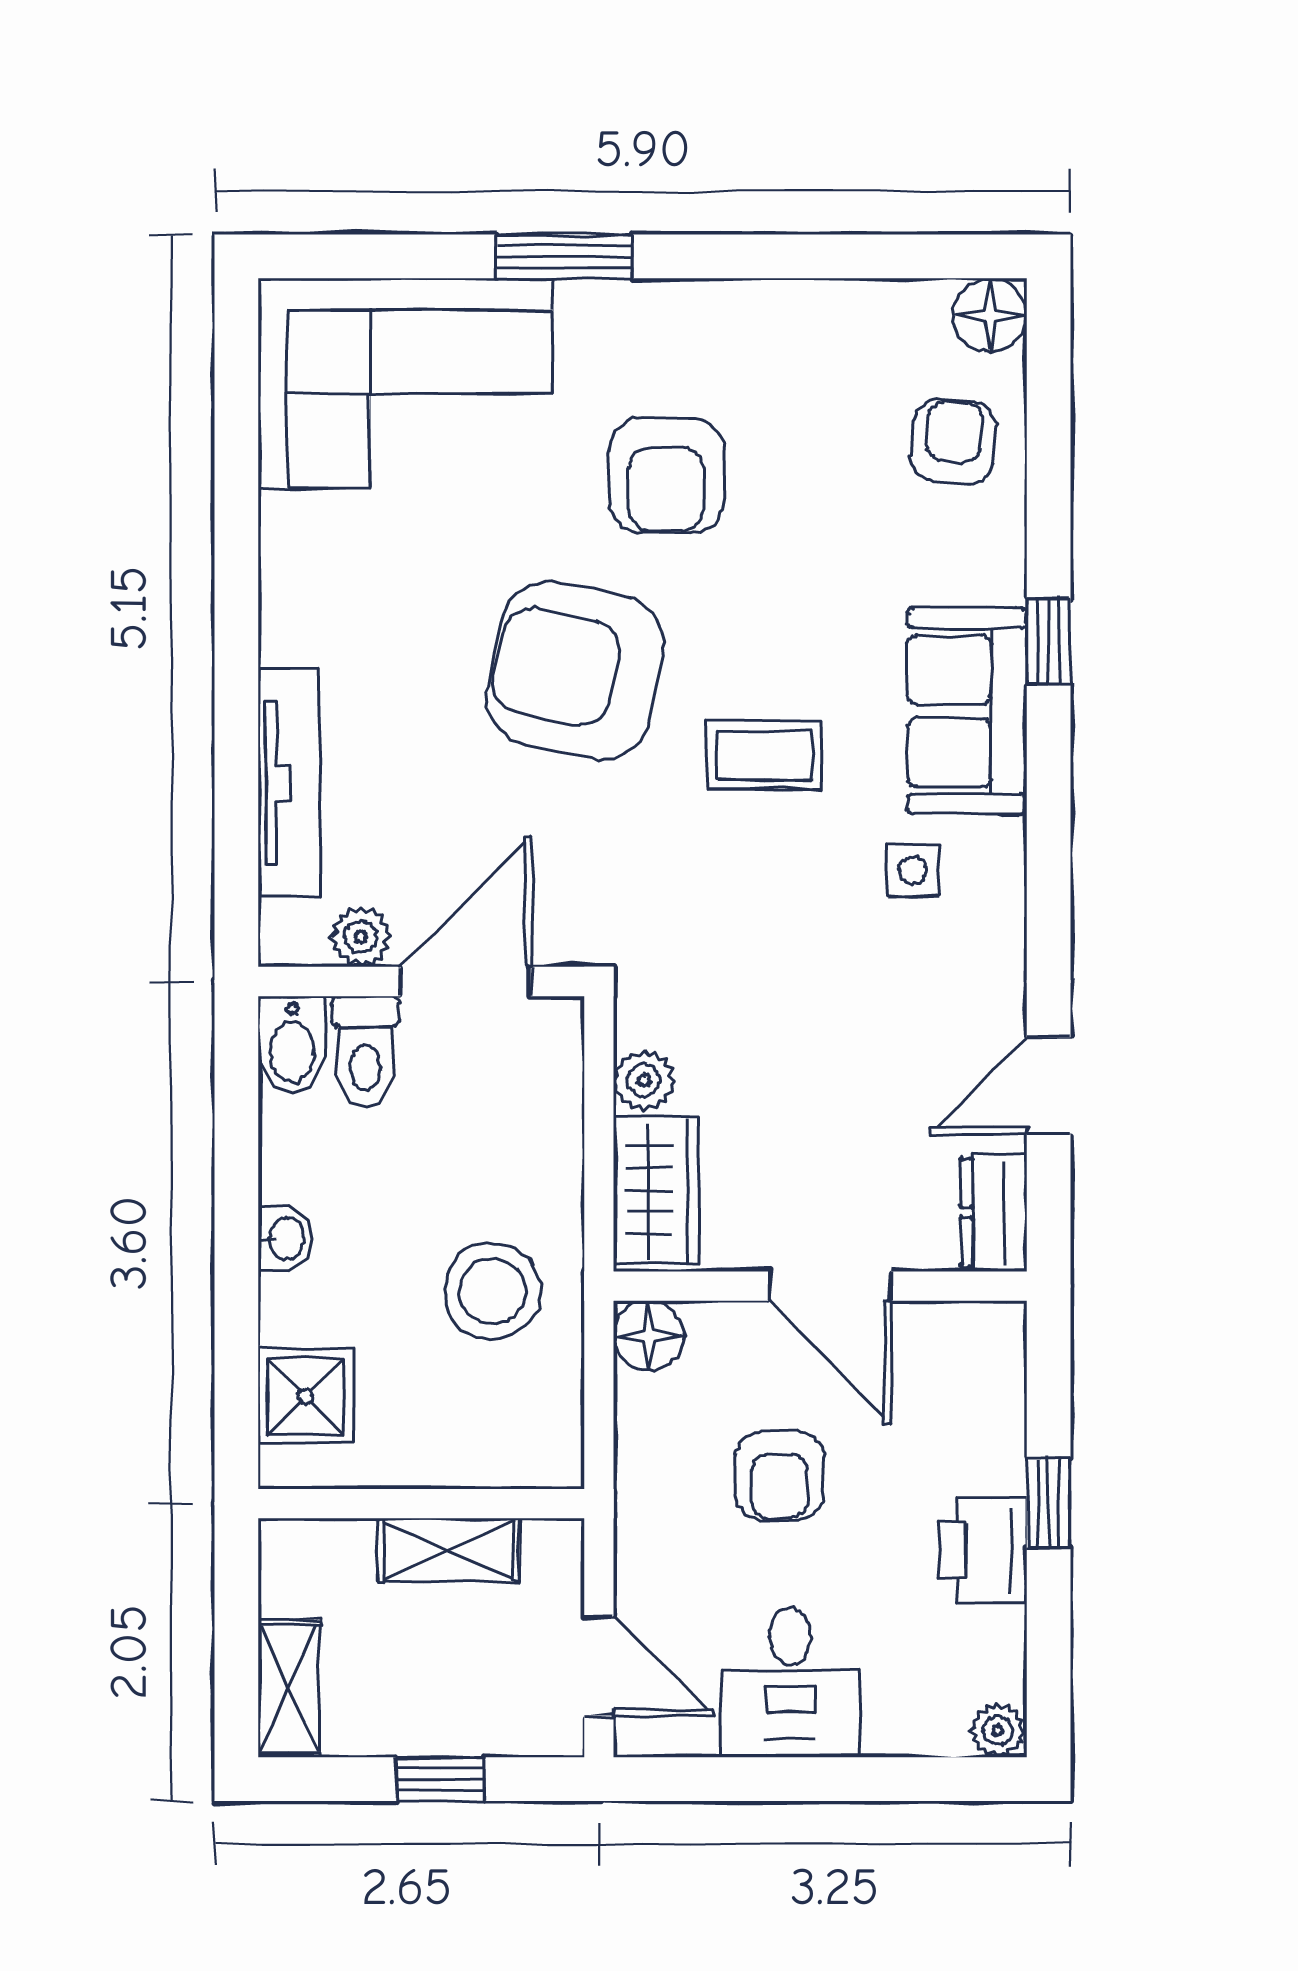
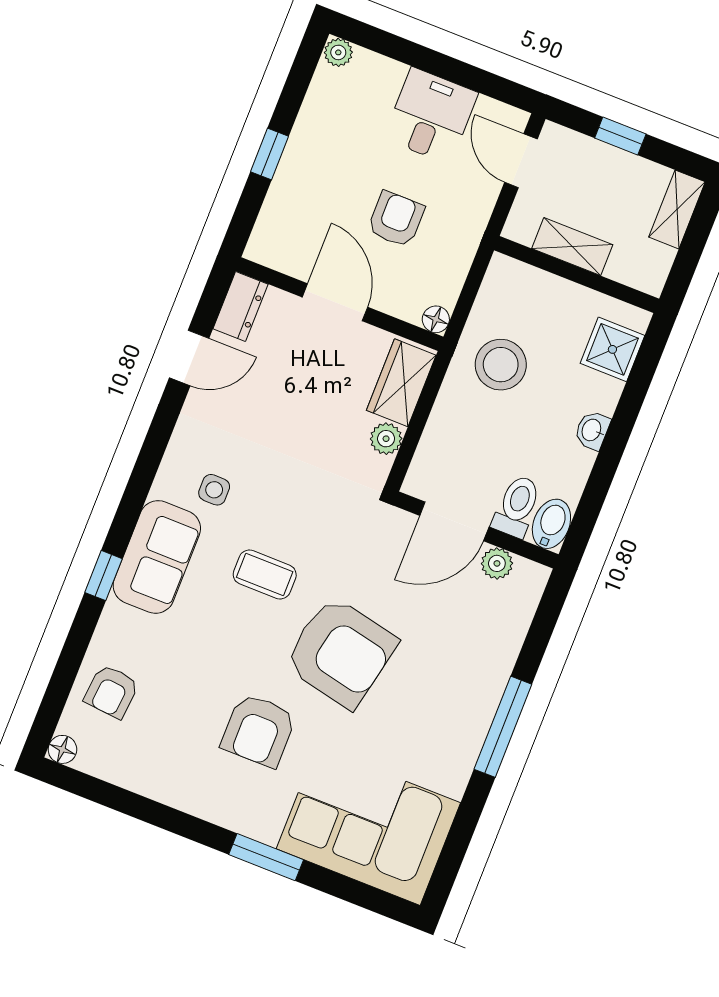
floor lamp: (990, 315) -> (62, 749), width x0.73, depth x0.73
armchair: (666, 475) -> (259, 730), turned 180
window: (236, 652) -> (503, 727), added
tv unit: (289, 783) -> (502, 653), removed
floor lamp: (649, 1336) -> (436, 319), width x0.73, depth x0.73
printer: (983, 1550) -> (311, 144), removed

